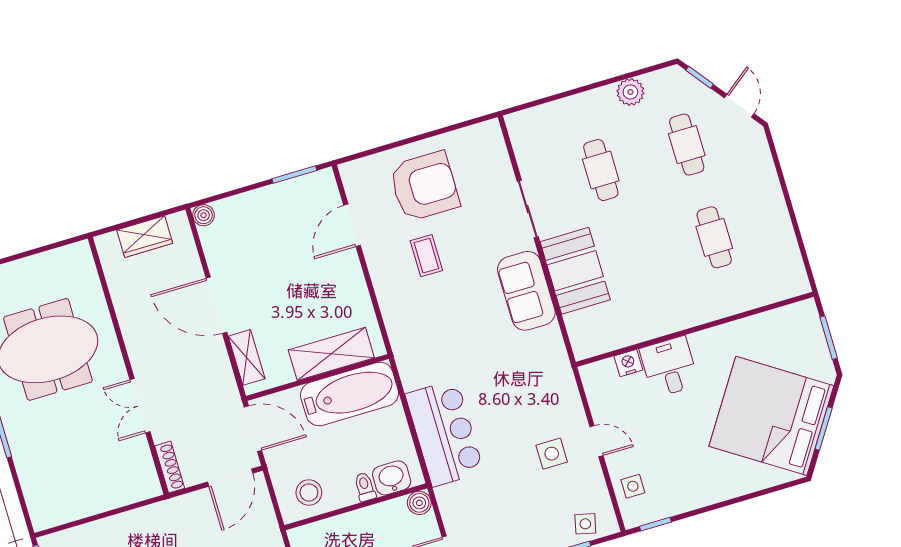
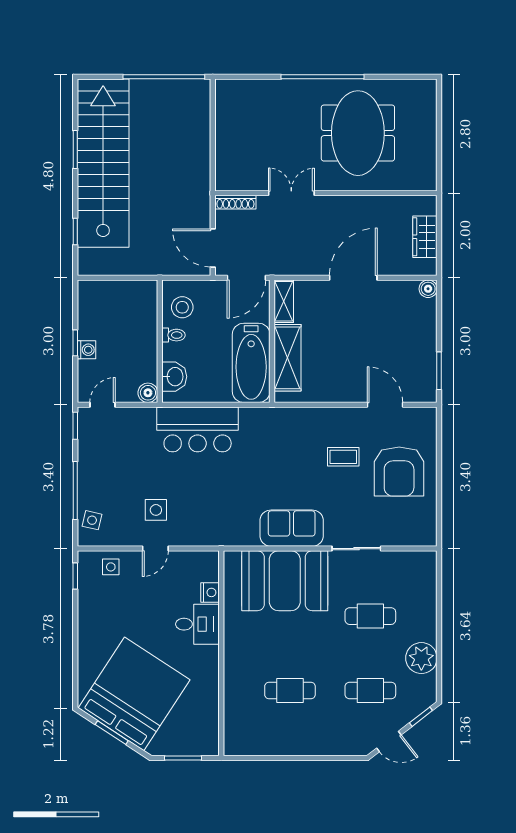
plant: (630, 92) -> (421, 658), width x1.36, depth x1.36
booth: (575, 271) -> (285, 581), width x1.36, depth x1.42
shelving: (247, 357) -> (284, 301), moved, turned 90
toilet: (365, 487) -> (174, 335), moved

